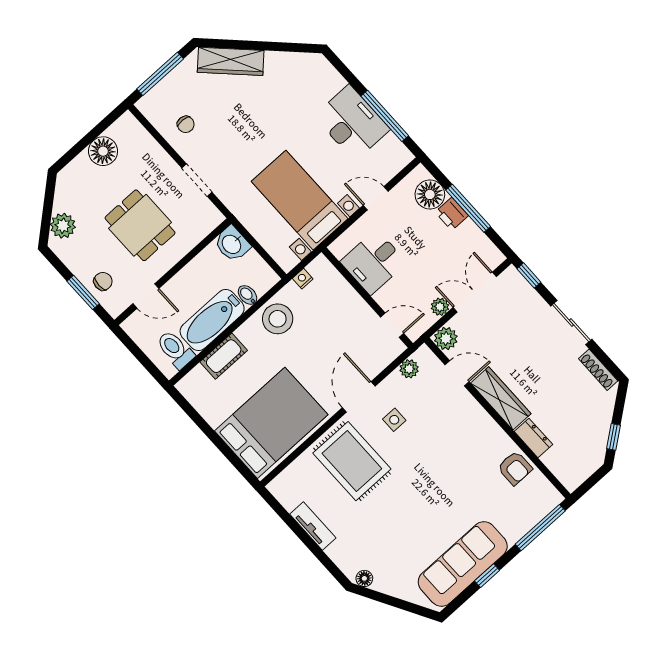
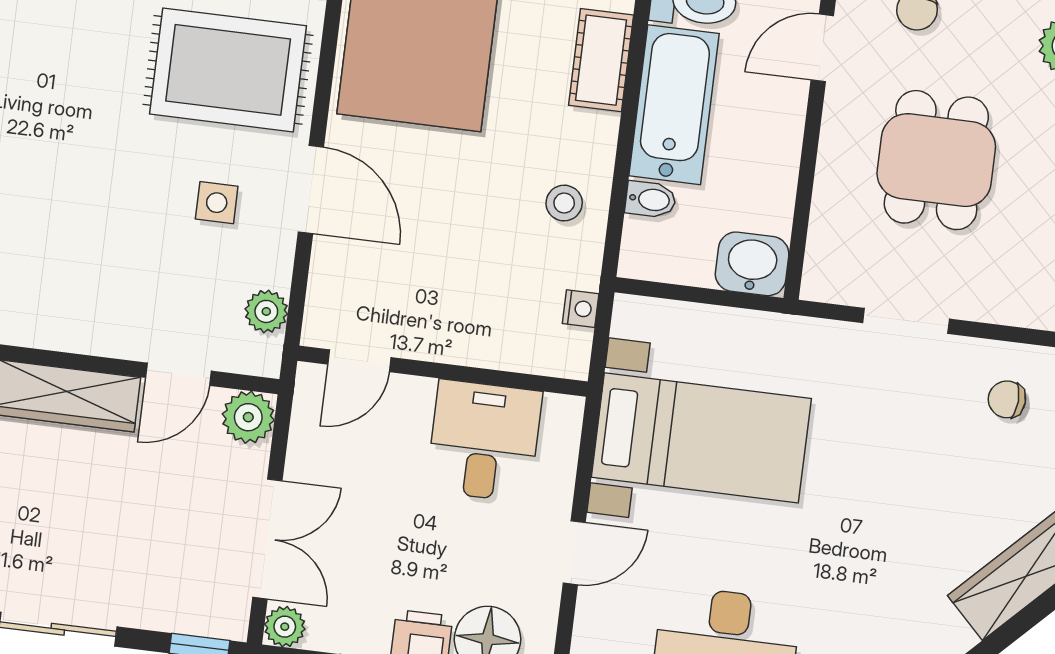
dining table: (140, 225) -> (936, 160), turned 90
plant: (440, 307) -> (285, 627), moved
stool: (278, 319) -> (564, 203), width x0.53, depth x0.53

